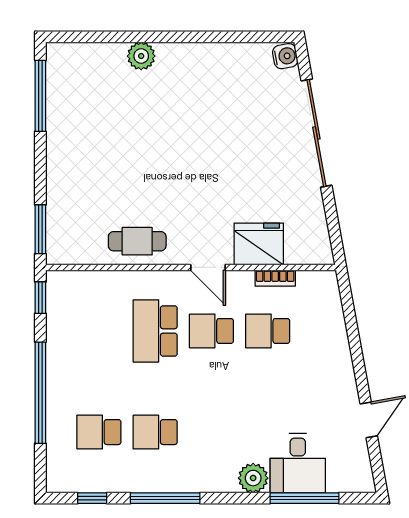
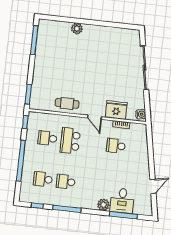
water cooler: (285, 56) -> (141, 114), moved
school desk: (211, 331) -> (47, 138), moved

